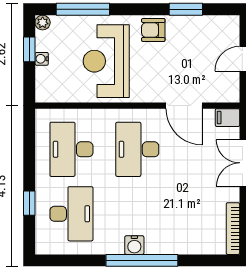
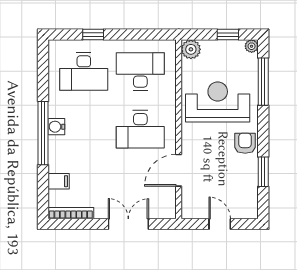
water cooler: (42, 59) -> (220, 45), removed
plant: (46, 92) -> (191, 49), added
filing cabinet: (227, 118) -> (59, 181), moved, turned 90
desk: (137, 149) -> (140, 129), turned 180

